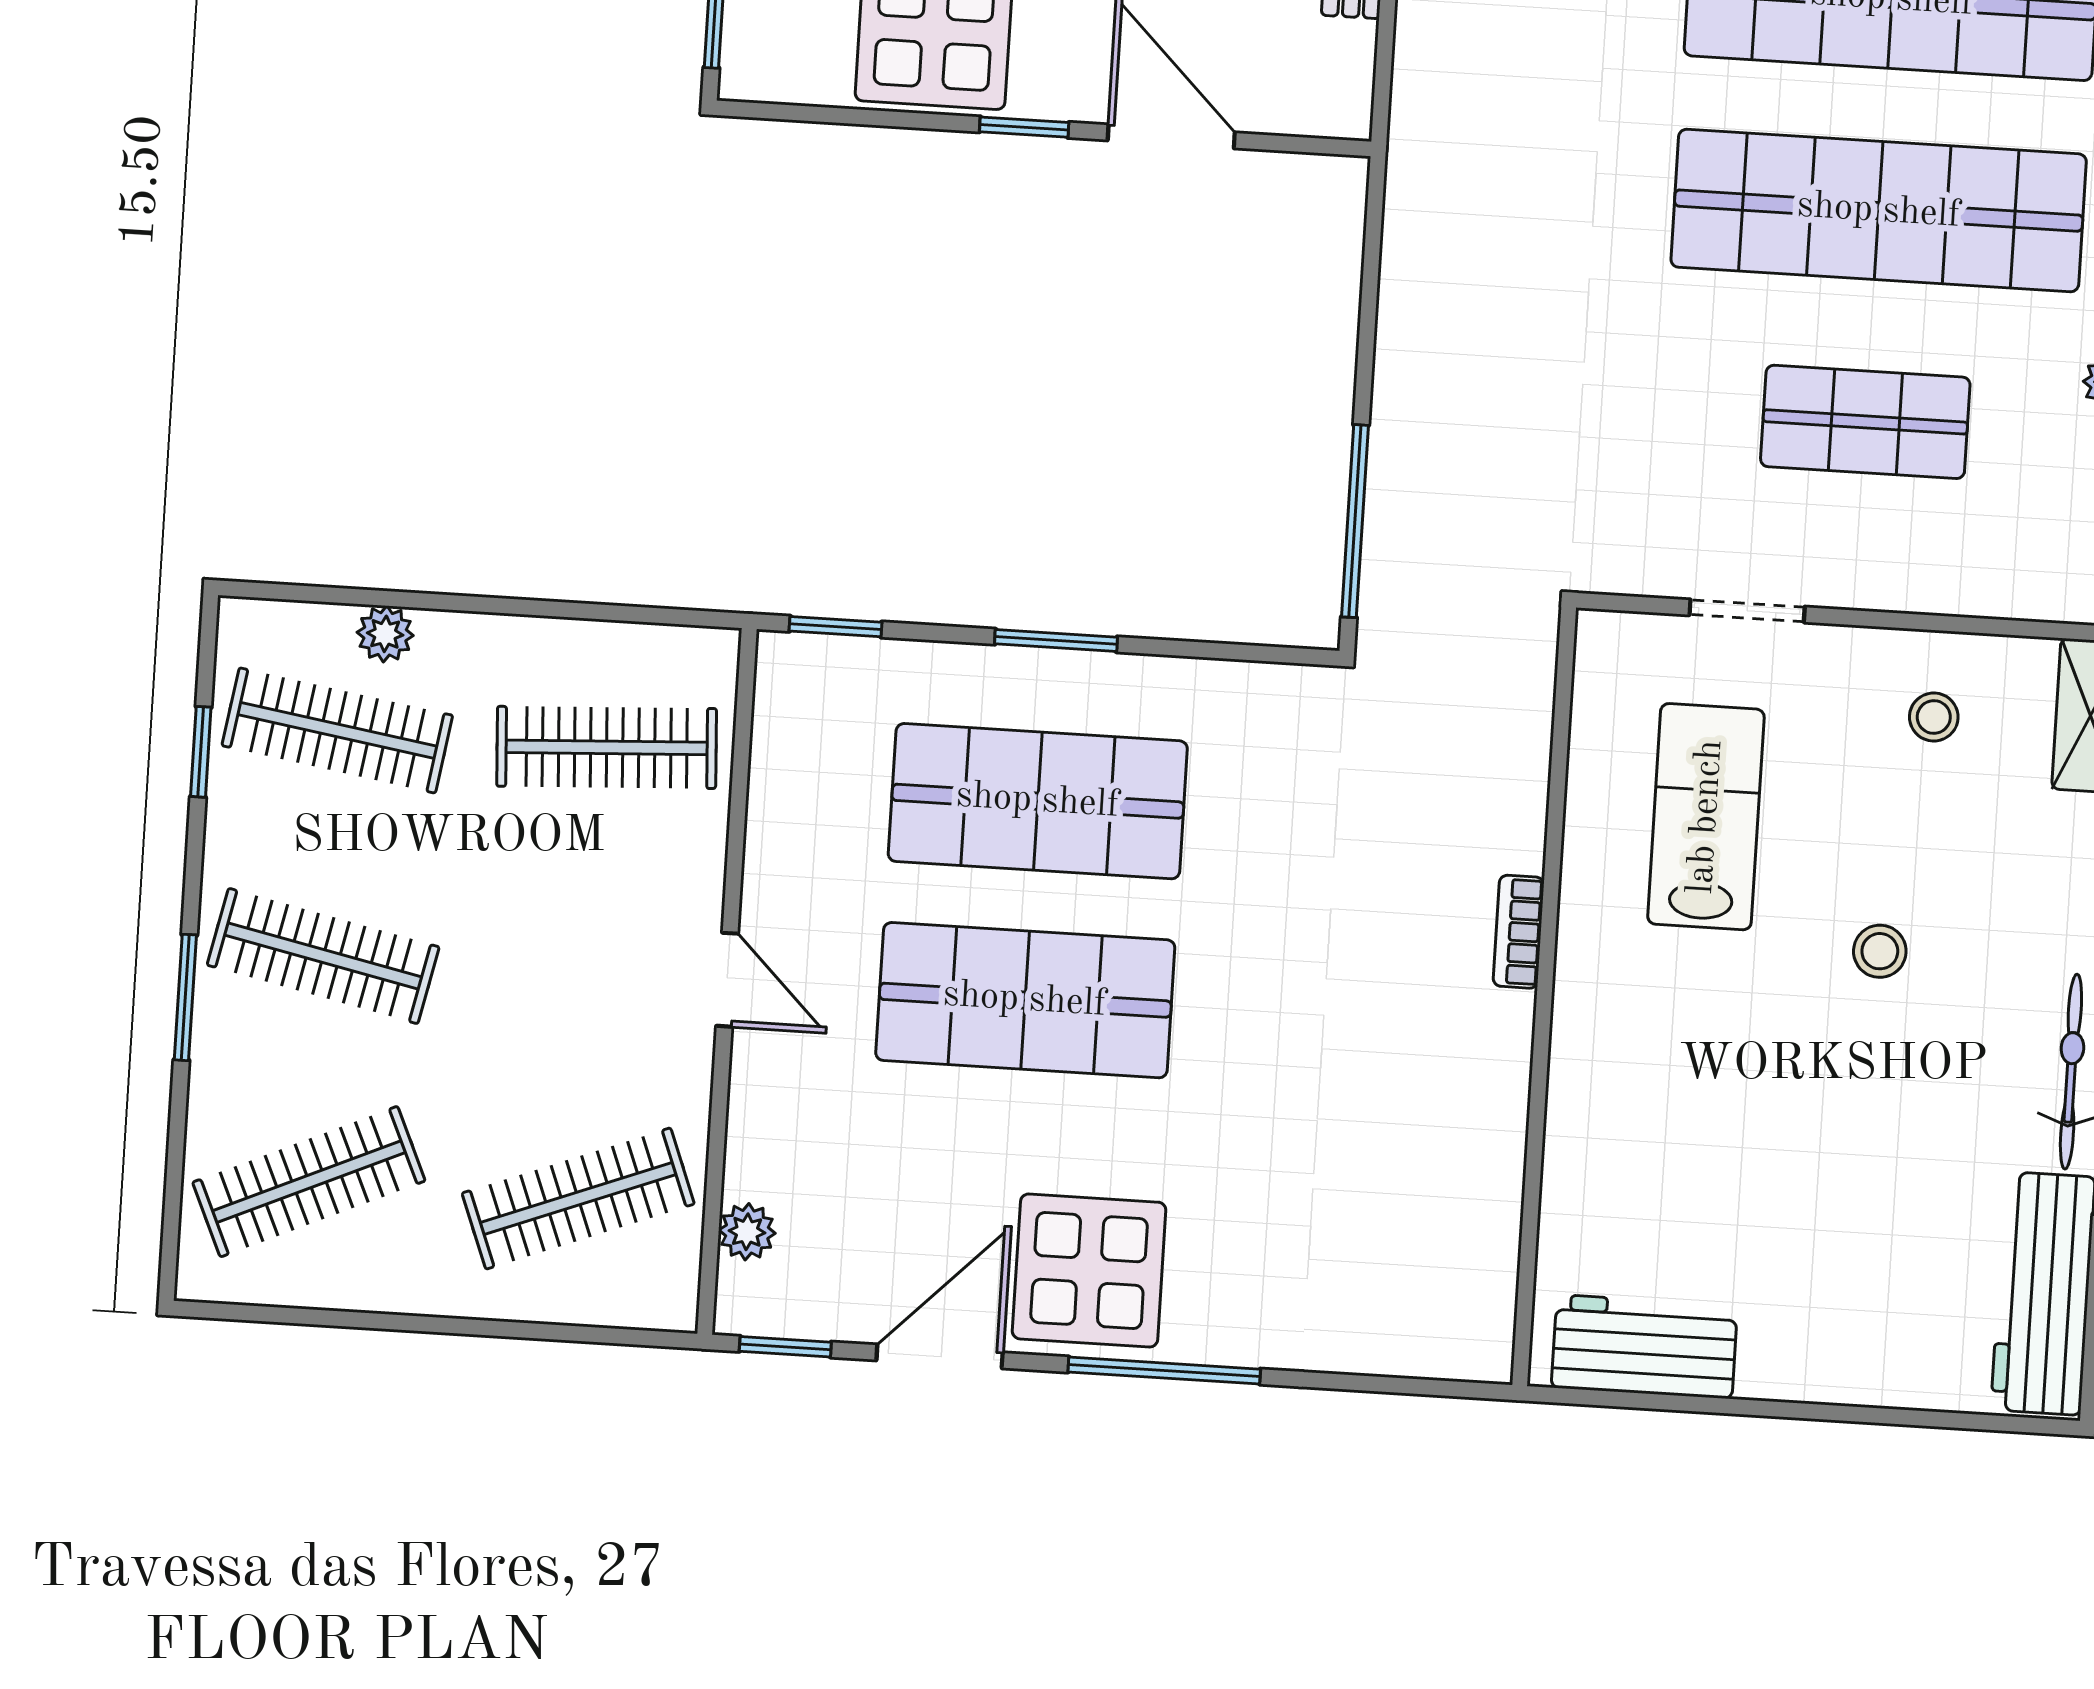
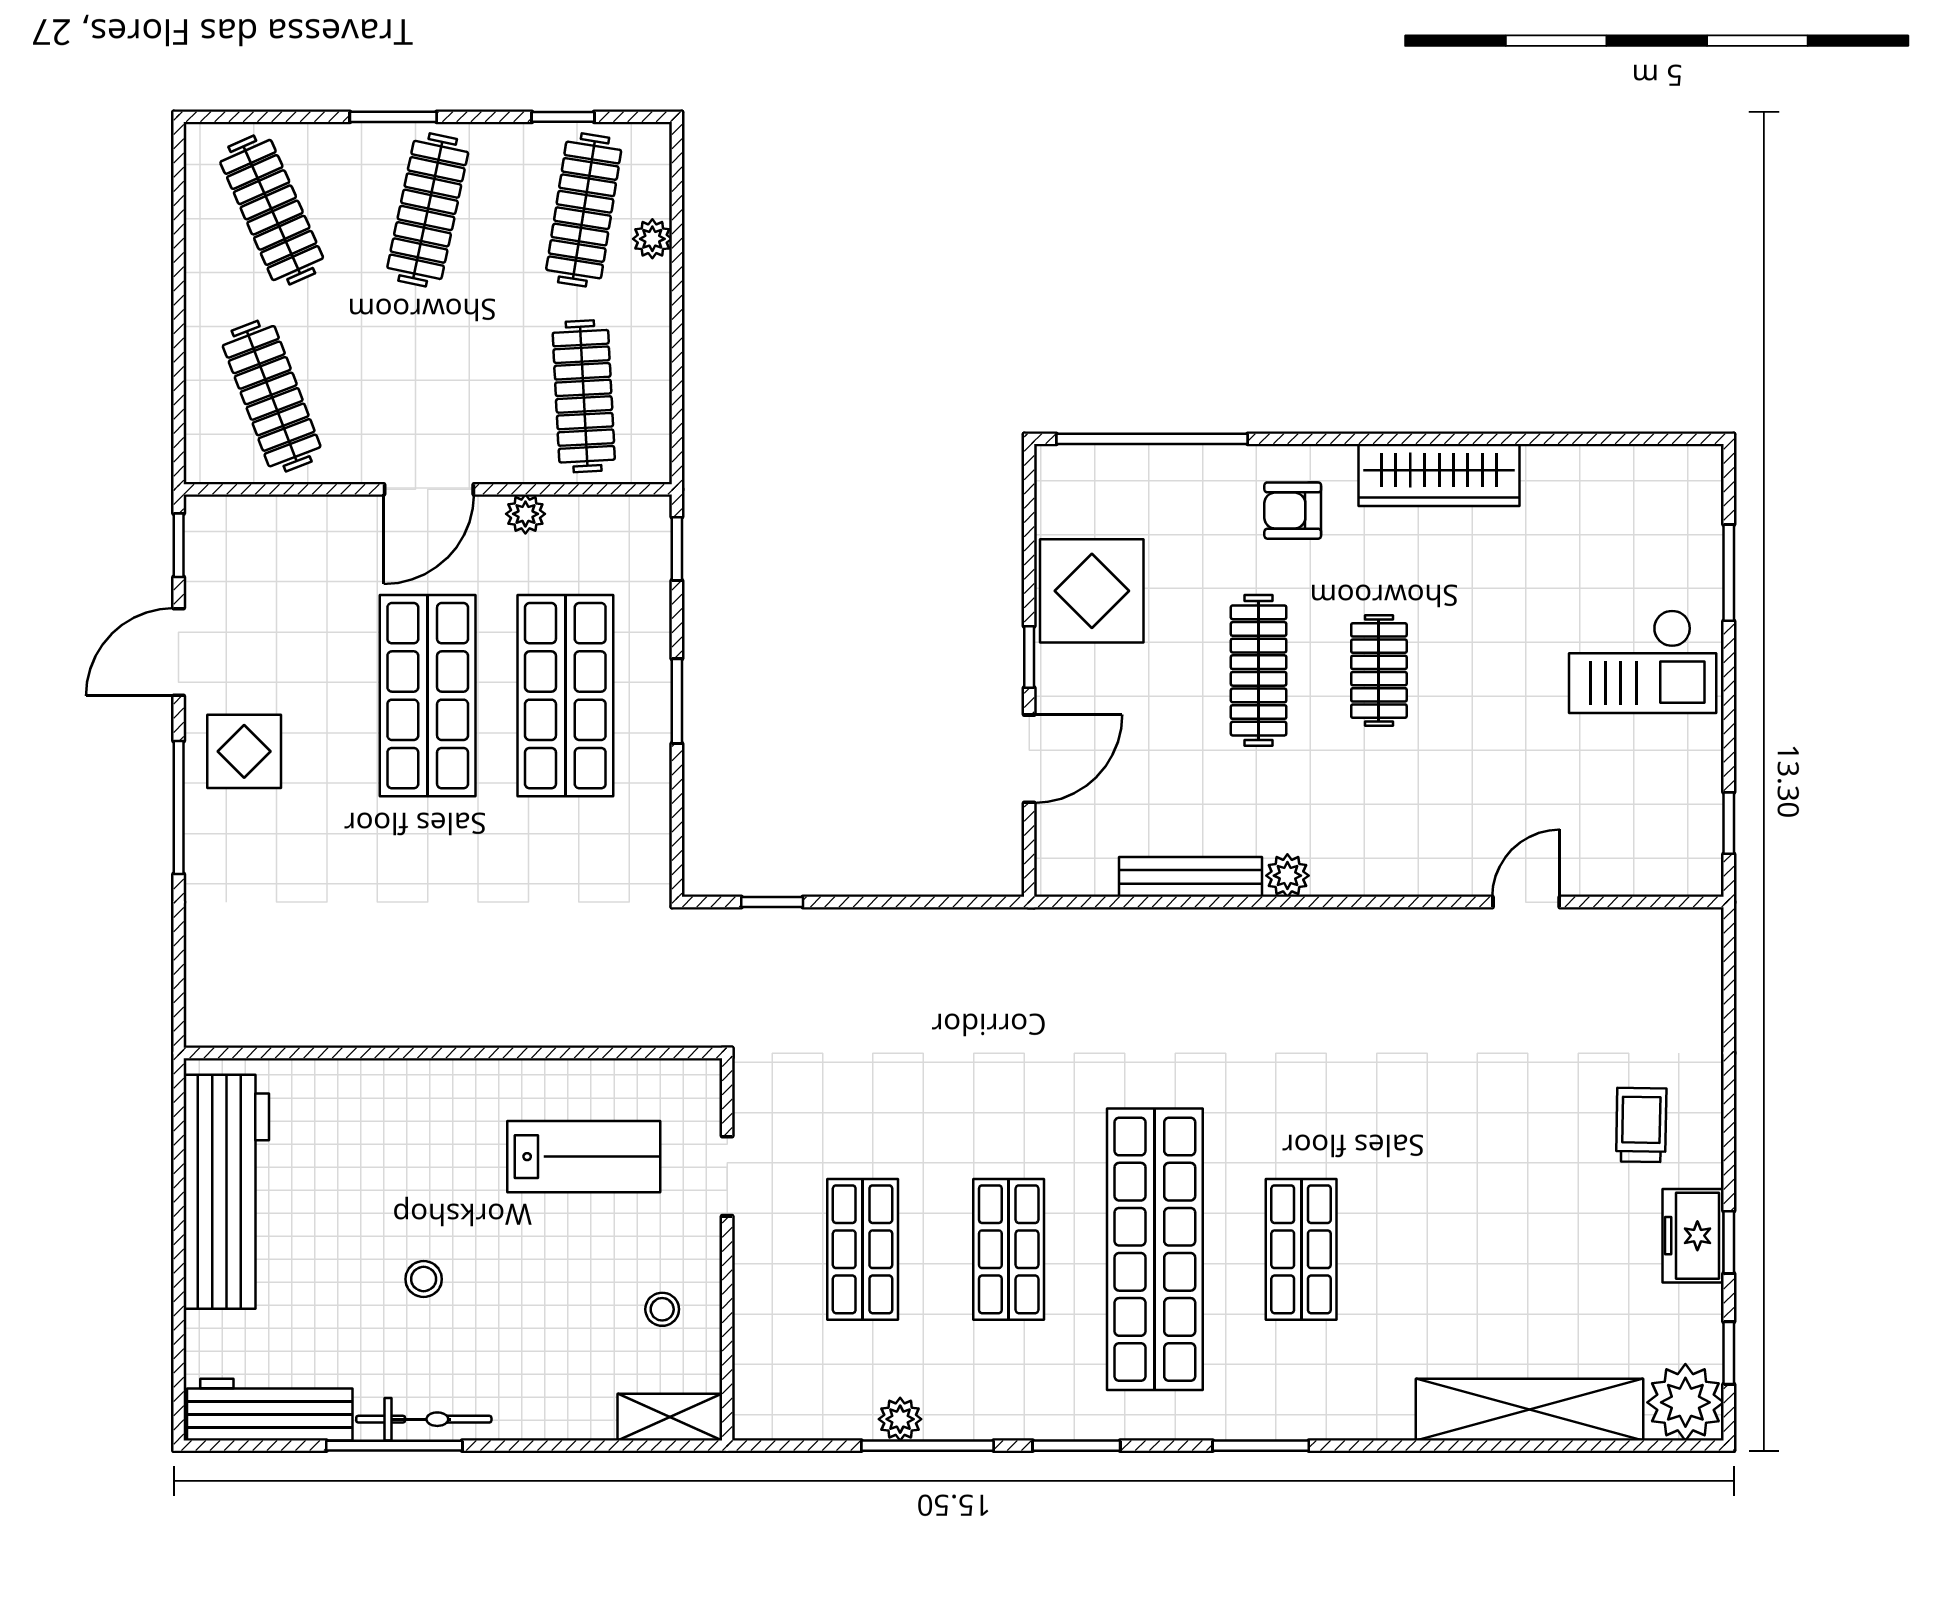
shop shelf: (1879, 211) -> (1009, 1249), width x0.50, depth x0.74
window: (1355, 521) -> (772, 902), width x0.46
bookcase: (1519, 932) -> (496, 1033), removed
stool: (1880, 951) -> (424, 1279), moved
door: (727, 980) -> (429, 489), width x1.38
plant: (747, 1232) -> (525, 514), moved
display table: (1089, 1271) -> (244, 751), width x0.73, depth x0.73
workbench: (1644, 1347) -> (226, 1192), width x1.88, depth x1.32
door: (940, 1356) -> (179, 652), swing flipped

